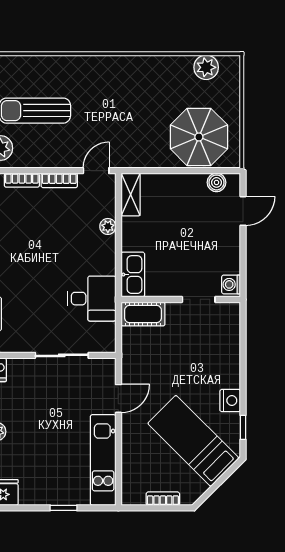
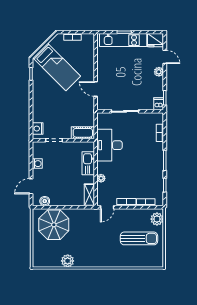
plant: (206, 67) -> (68, 261), moved
kitchen sink: (133, 275) -> (88, 163), moved
washing machine: (231, 284) -> (37, 164), moved
desk: (92, 299) -> (110, 145), width x1.37
door: (118, 398) -> (96, 89), hinge flipped
nightstand: (230, 401) -> (38, 129), moved
kitchen unit: (103, 460) -> (123, 40), moved, turned 90

